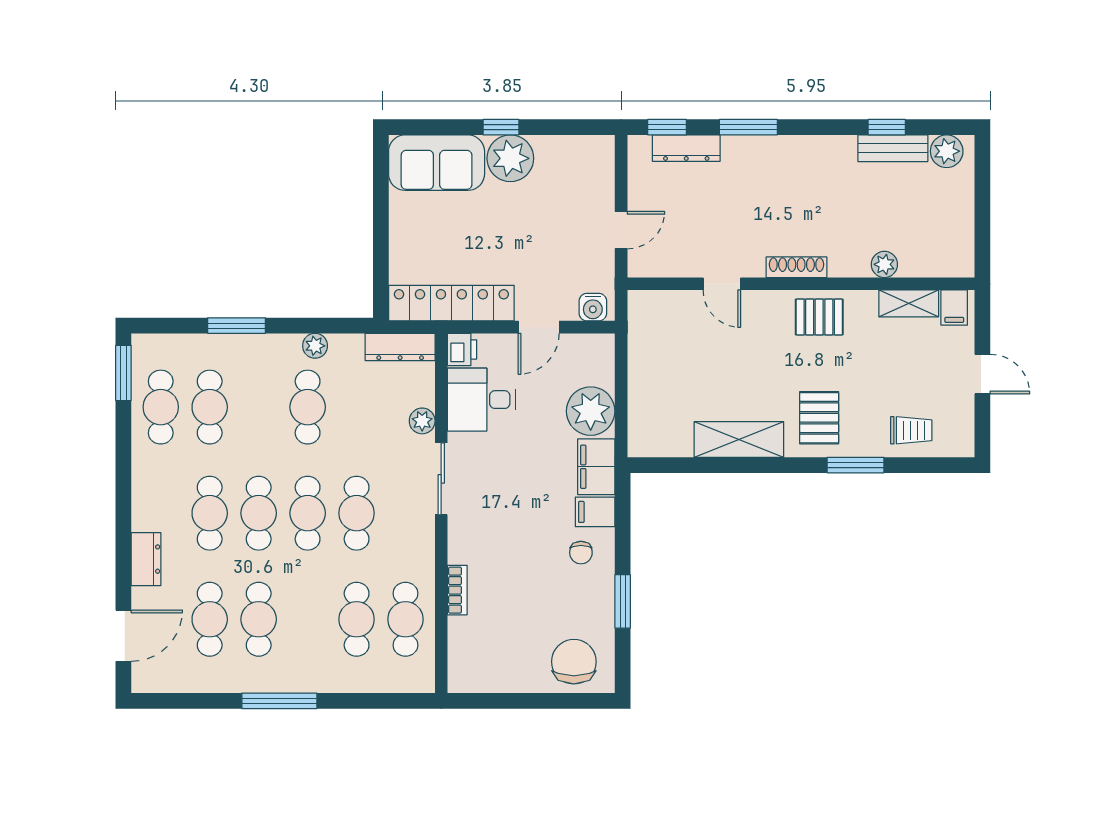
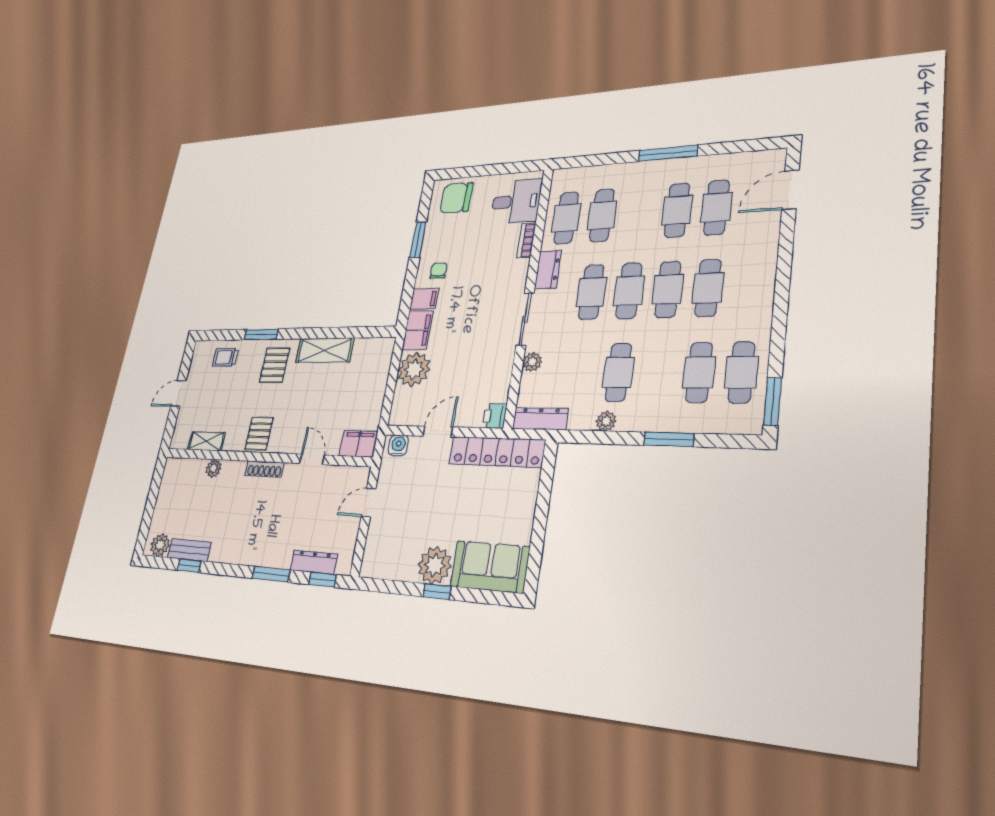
filing cabinet: (954, 308) -> (358, 444), moved, width x2.00
pallet: (819, 317) -> (259, 434), turned 90
door: (982, 374) -> (178, 393), hinge flipped
desk: (481, 400) -> (516, 202), moved
dresser: (146, 559) -> (548, 269), moved, turned 180
chair: (574, 662) -> (456, 198), turned 90

